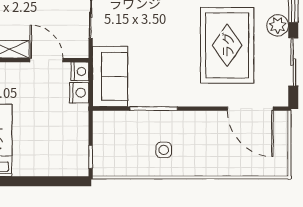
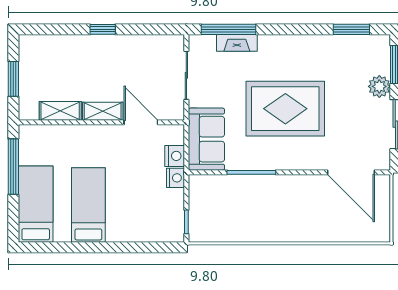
rug: (227, 45) -> (285, 109), moved, turned 90
nightstand: (80, 71) -> (176, 178), moved
side table: (164, 150) -> (262, 215), removed

